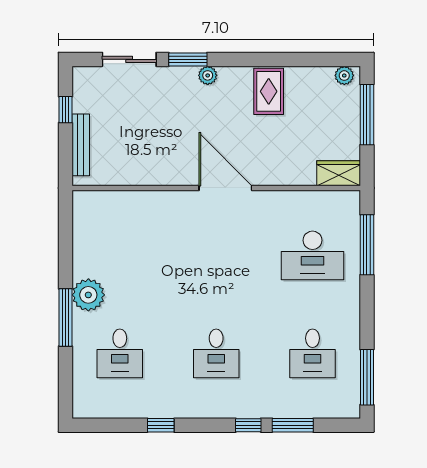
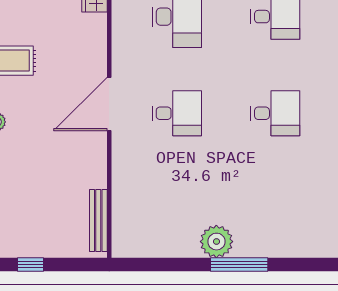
bench: (81, 145) -> (98, 221), moved, turned 90
desk: (120, 353) -> (177, 113), moved

